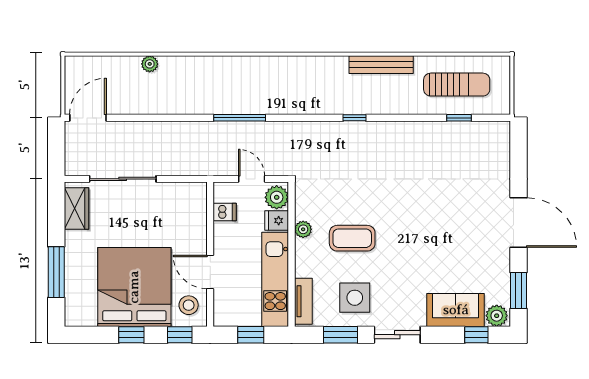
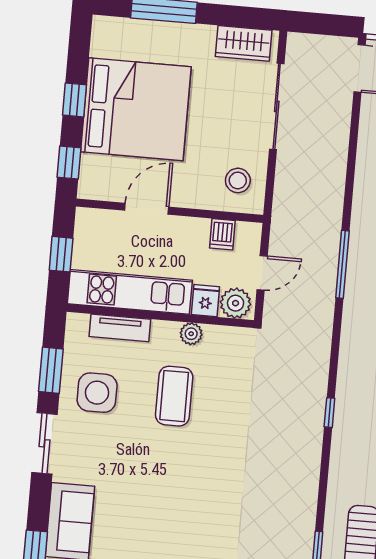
tv unit: (303, 301) -> (120, 328), moved
stool: (189, 305) -> (238, 180), moved

